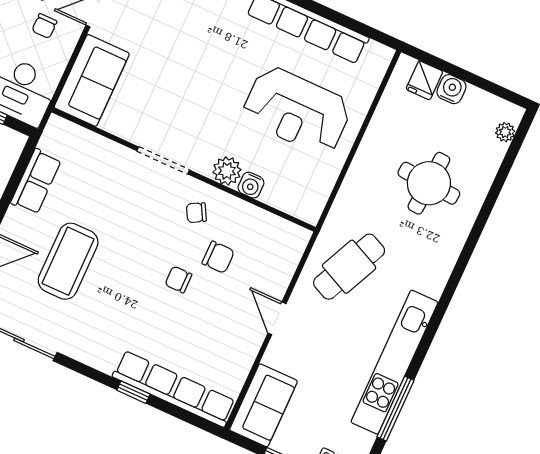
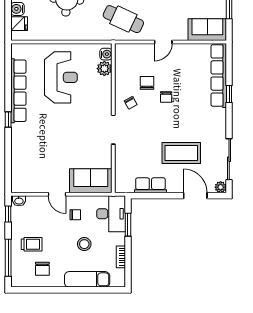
plant: (227, 171) -> (104, 69), moved
water cooler: (251, 185) -> (106, 54), moved

